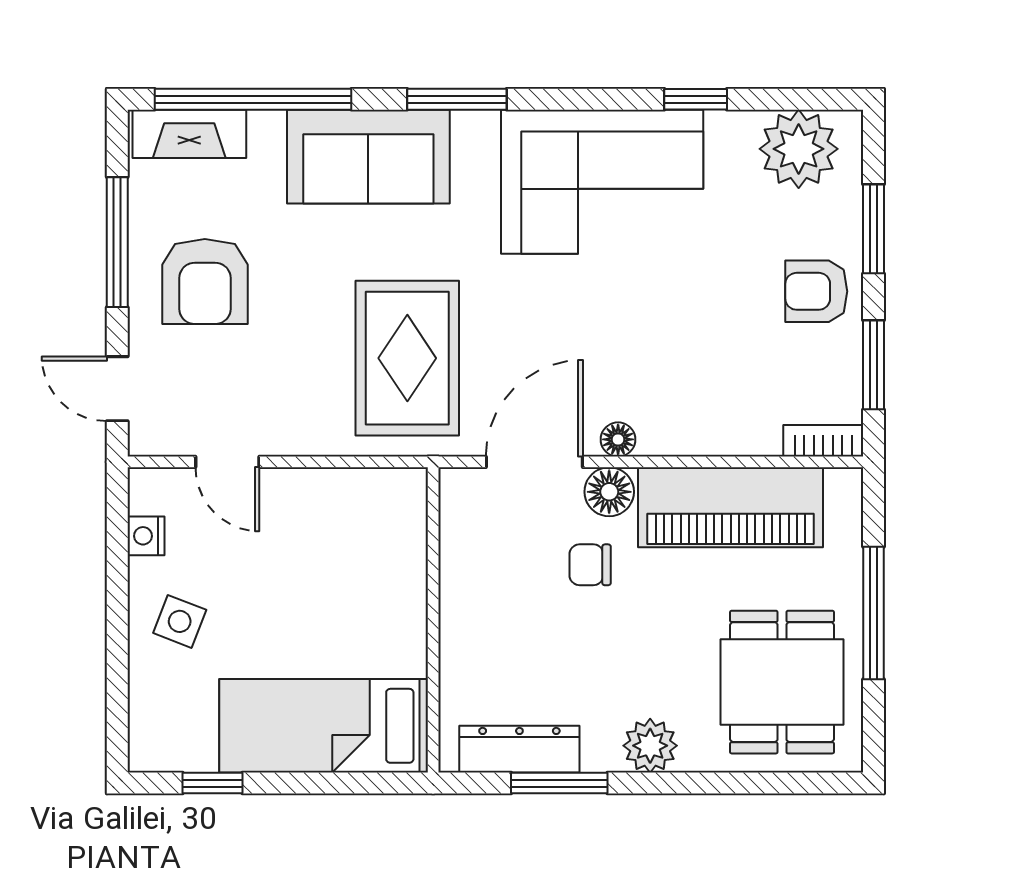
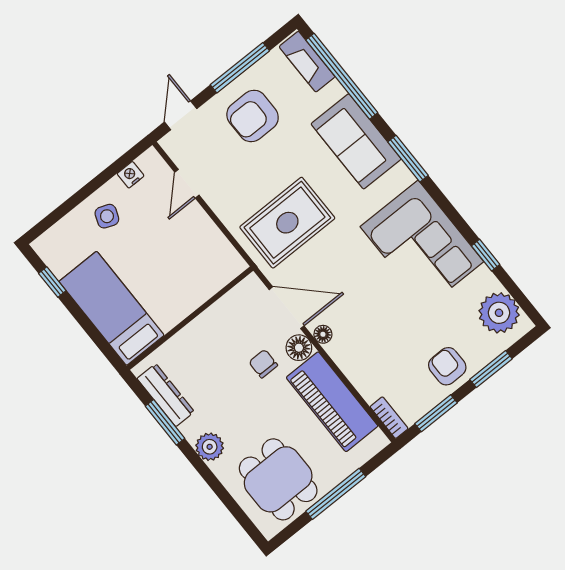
dining table: (782, 682) -> (278, 479), turned 90

